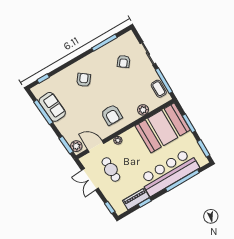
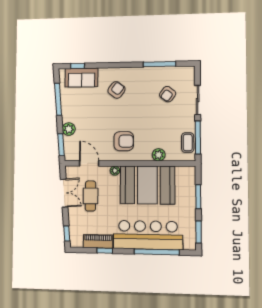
sofa: (52, 107) -> (81, 78), moved, turned 94
armchair: (112, 115) -> (124, 141), turned -90
booth: (163, 128) -> (147, 185), moved
plant: (76, 146) -> (69, 129), moved
double door: (90, 179) -> (64, 193), swing flipped

